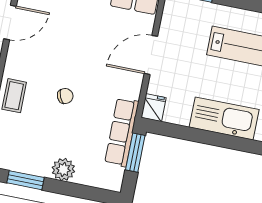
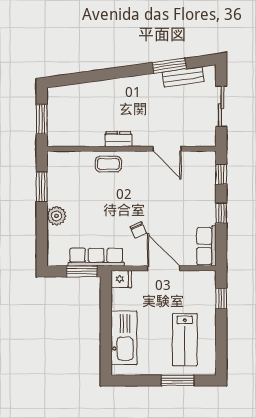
chair: (65, 96) -> (138, 230), moved

